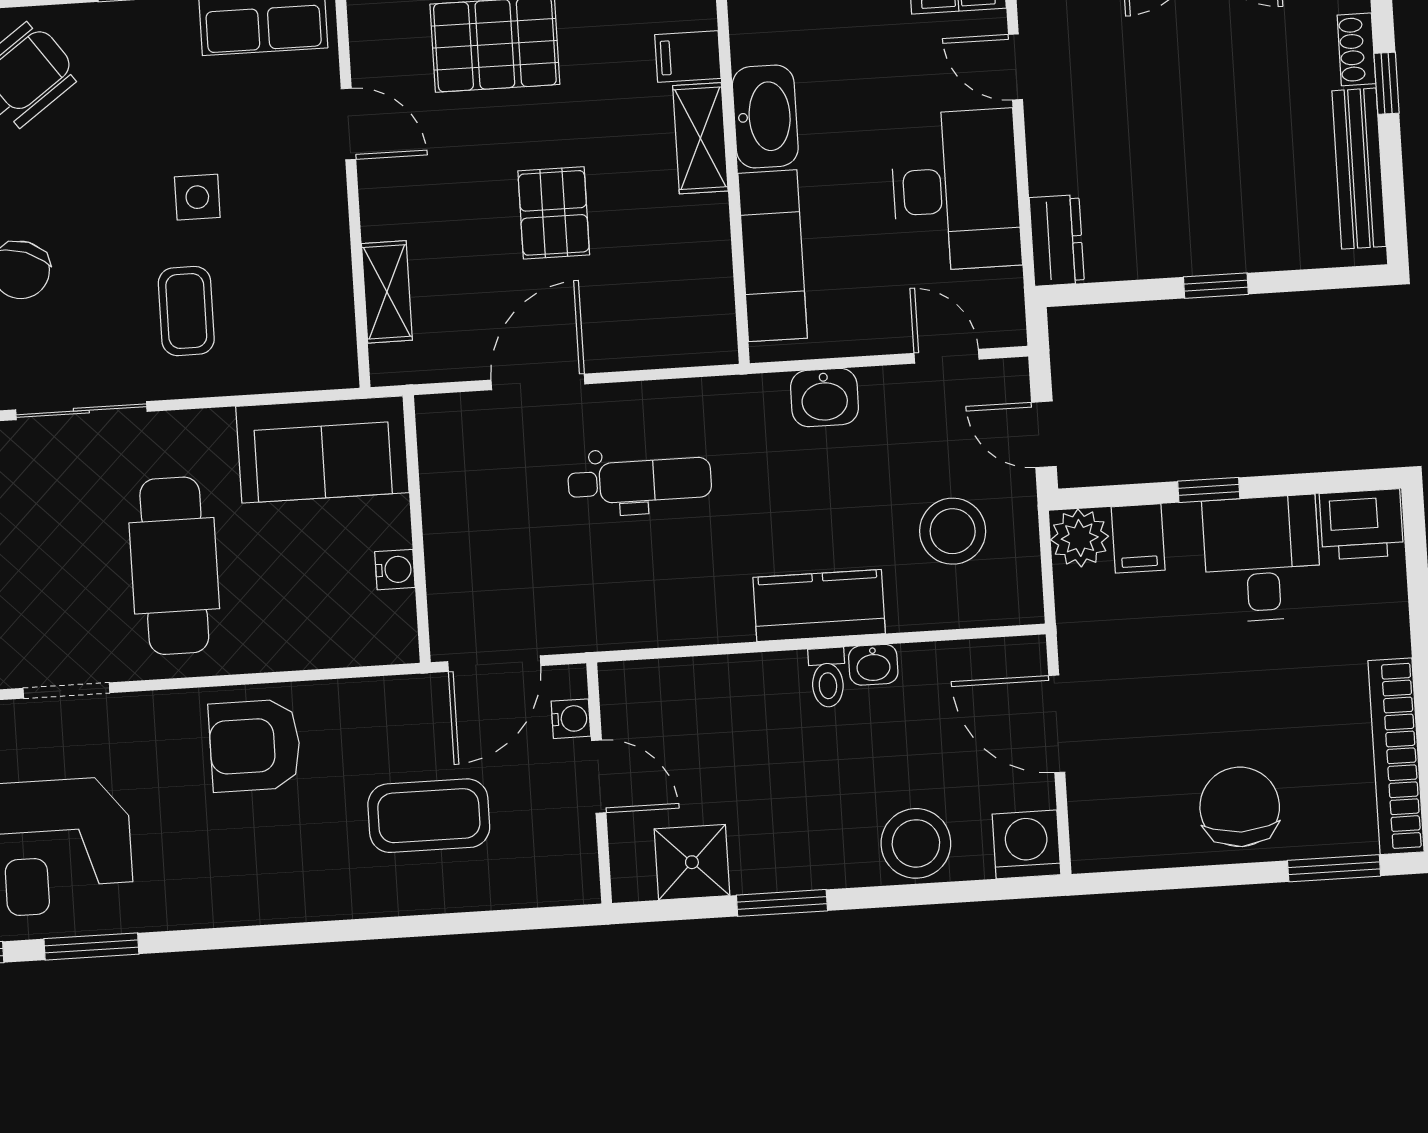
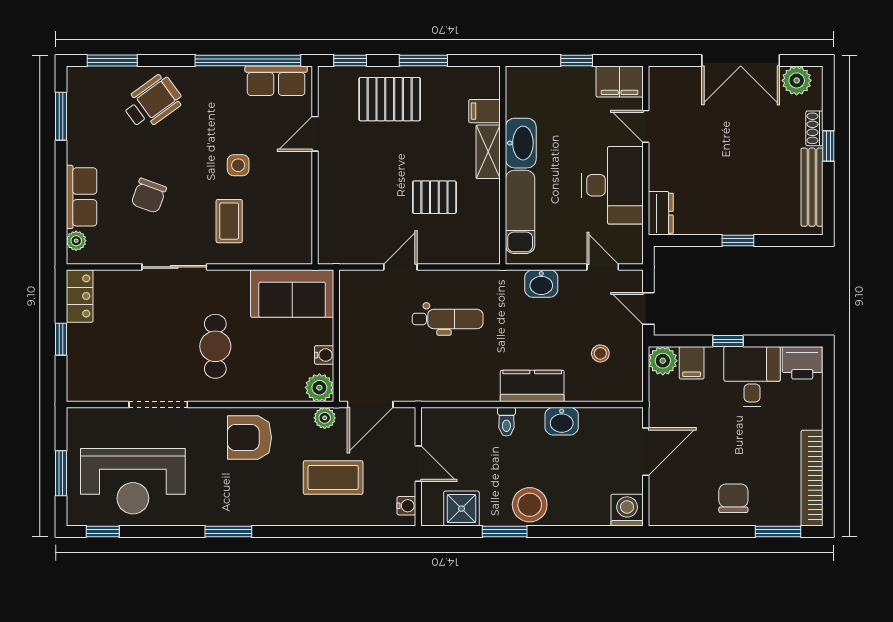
door: (348, 124) -> (315, 134), swing flipped
pallet: (554, 213) -> (434, 197), moved, turned 90
shelving: (387, 292) -> (329, 218), removed
door: (538, 382) -> (400, 267), width x0.73
stool: (953, 531) -> (600, 353), width x0.53, depth x0.53
cafe table: (174, 566) -> (215, 346), width x0.73, depth x0.74
plant: (390, 636) -> (319, 388), added
washbasin: (873, 665) -> (562, 421), width x1.38, depth x1.45
toilet: (827, 677) -> (506, 422), moved
doorway: (66, 691) -> (158, 405), width x1.38
plant: (404, 696) -> (325, 418), added
water cooler: (571, 719) -> (406, 506), moved
door: (1057, 724) -> (646, 452), swing flipped
chair: (1240, 807) -> (733, 498), width x0.73, depth x0.73
stool: (916, 843) -> (530, 505), moved
window: (91, 946) -> (228, 532), moved

